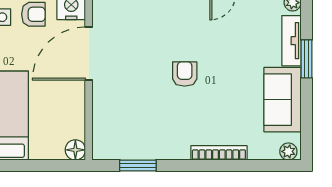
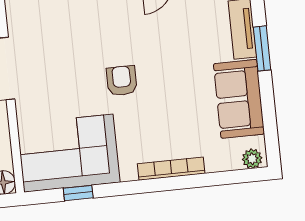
corner sofa: (133, 131) -> (68, 153), added
window: (138, 165) -> (78, 193), width x0.67

